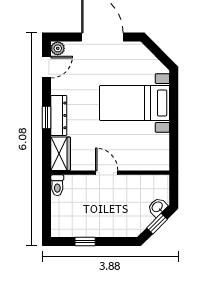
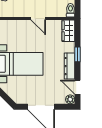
door: (46, 67) -> (78, 87), hinge flipped
dresser: (59, 115) -> (70, 66), moved

